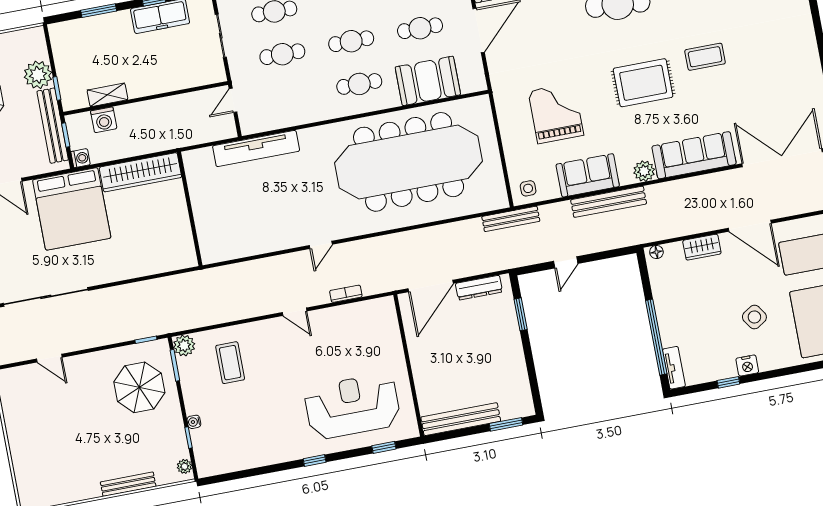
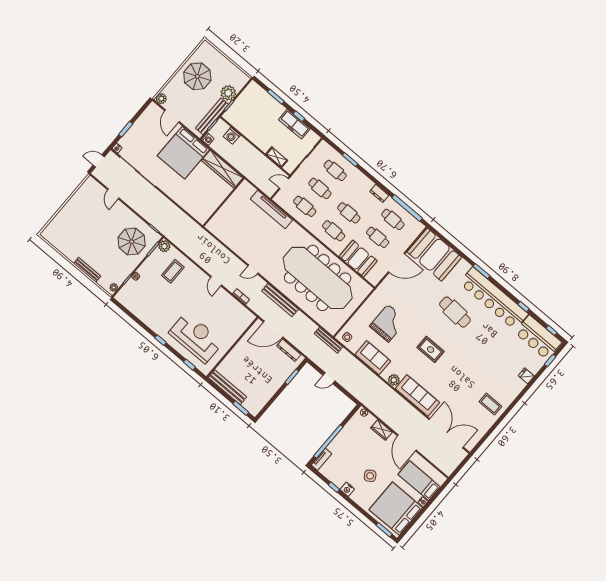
coffee table: (705, 57) -> (490, 404), moved
rug: (643, 83) -> (431, 350), width x0.73, depth x0.70
shelving: (107, 95) -> (277, 157), moved
cafe table: (290, 97) -> (305, 206), added
bench: (609, 202) -> (280, 300), moved

